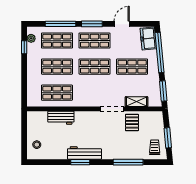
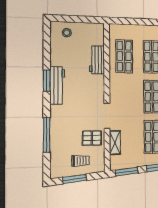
trolley: (155, 147) -> (81, 161), moved

